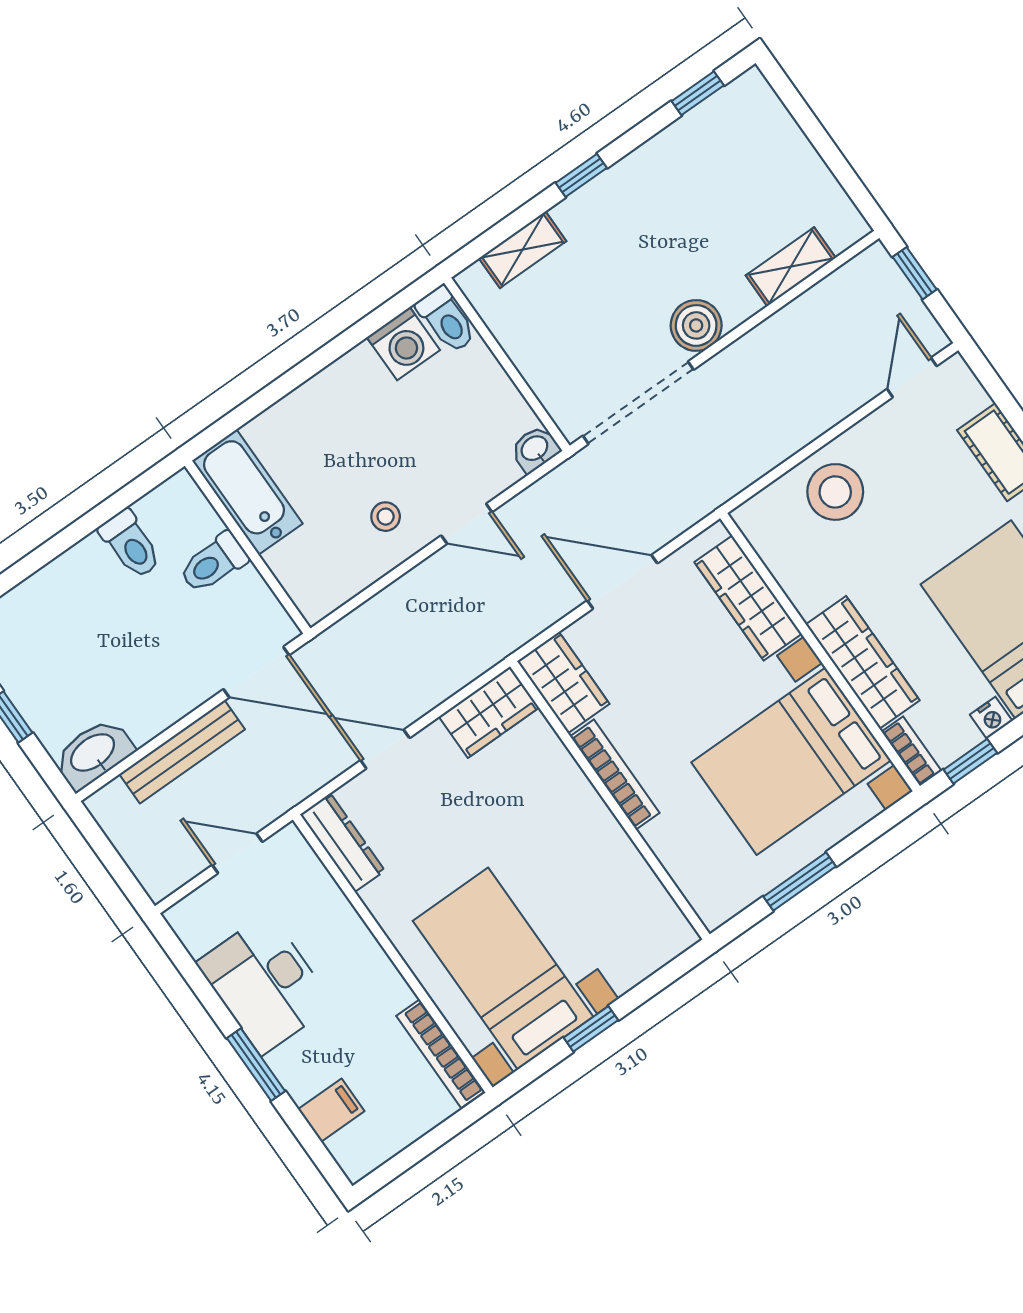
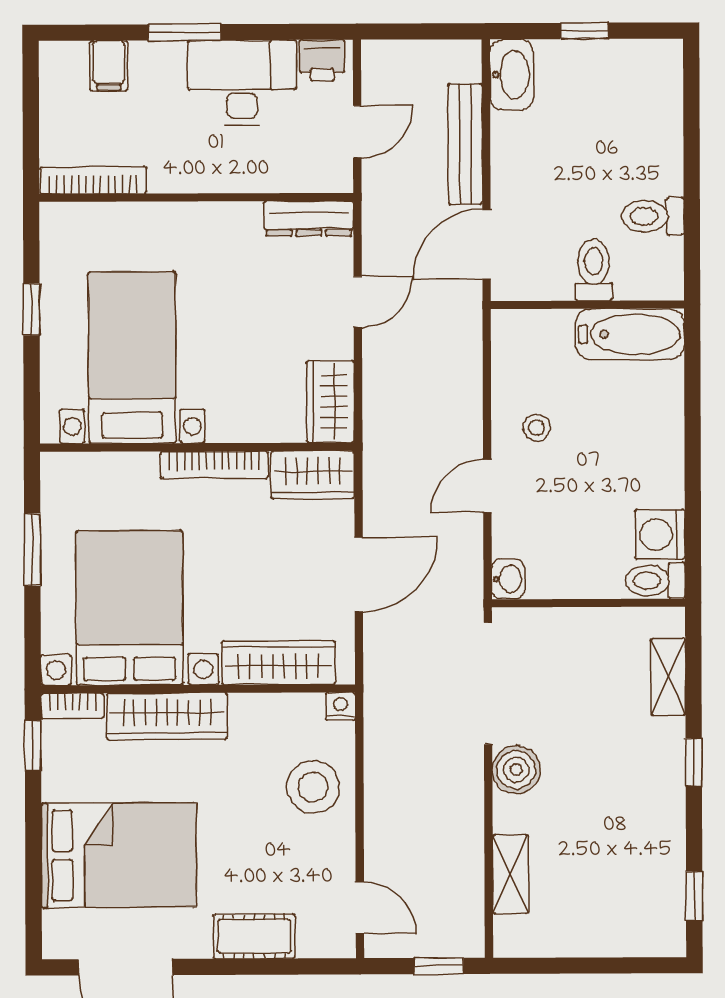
nightstand: (991, 718) -> (340, 706), moved, turned 90
printer: (197, 928) -> (322, 60), added
bed with nightstands: (503, 969) -> (132, 358), moved, turned -90

